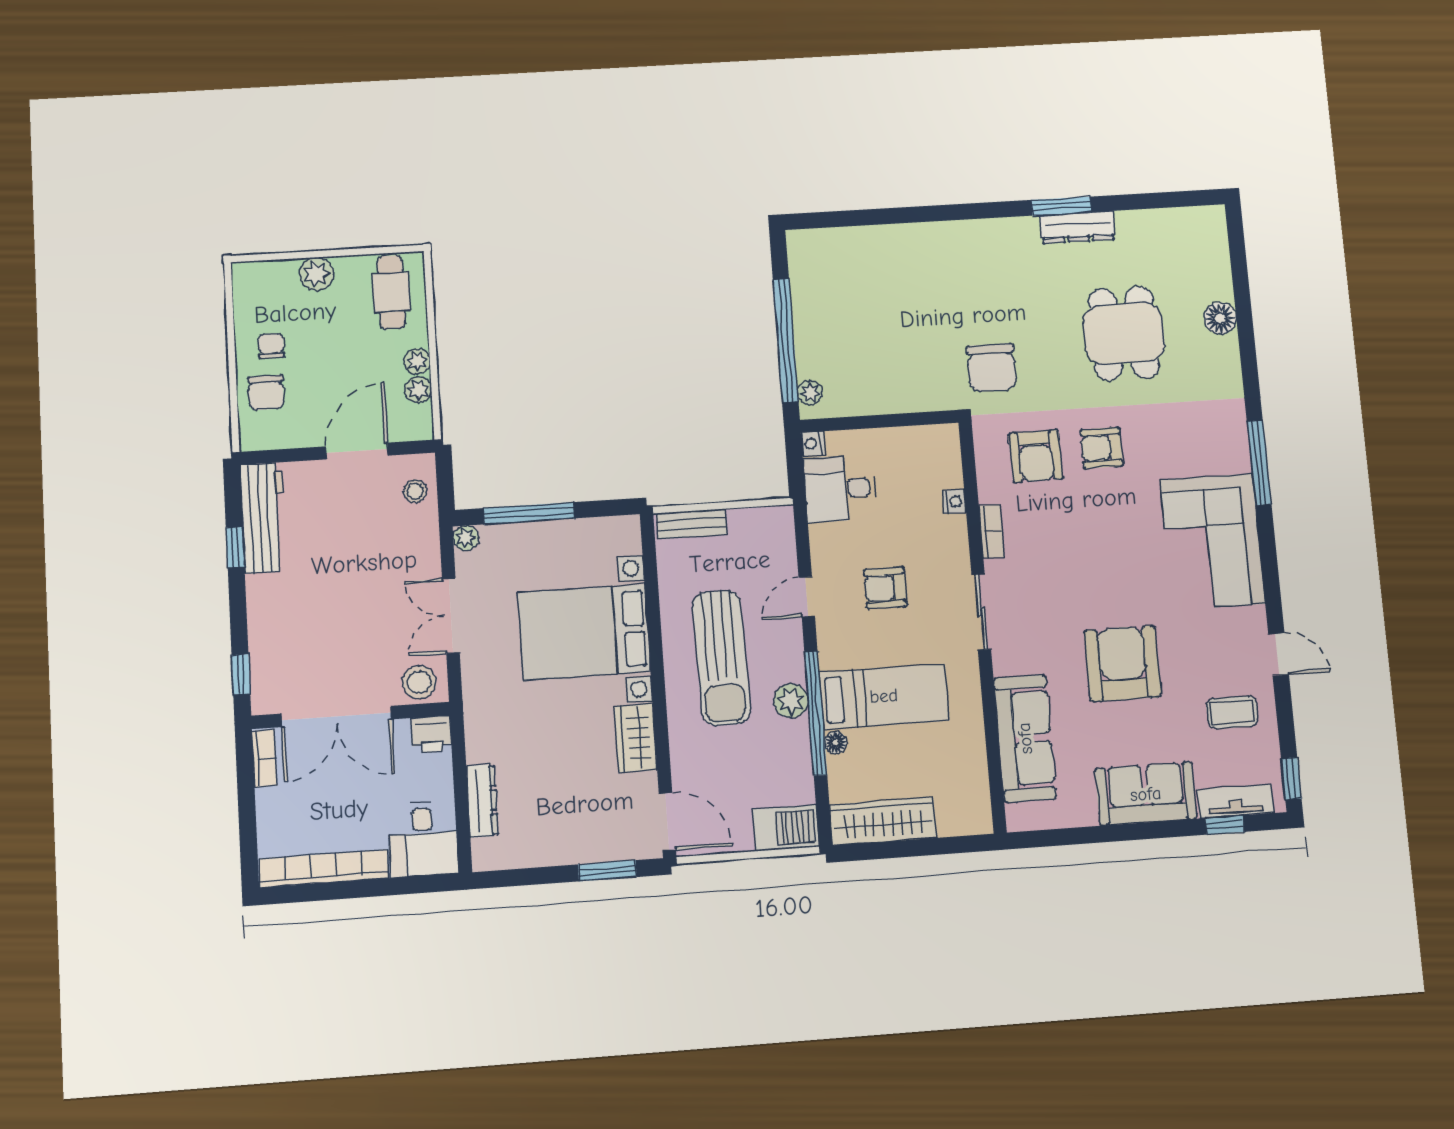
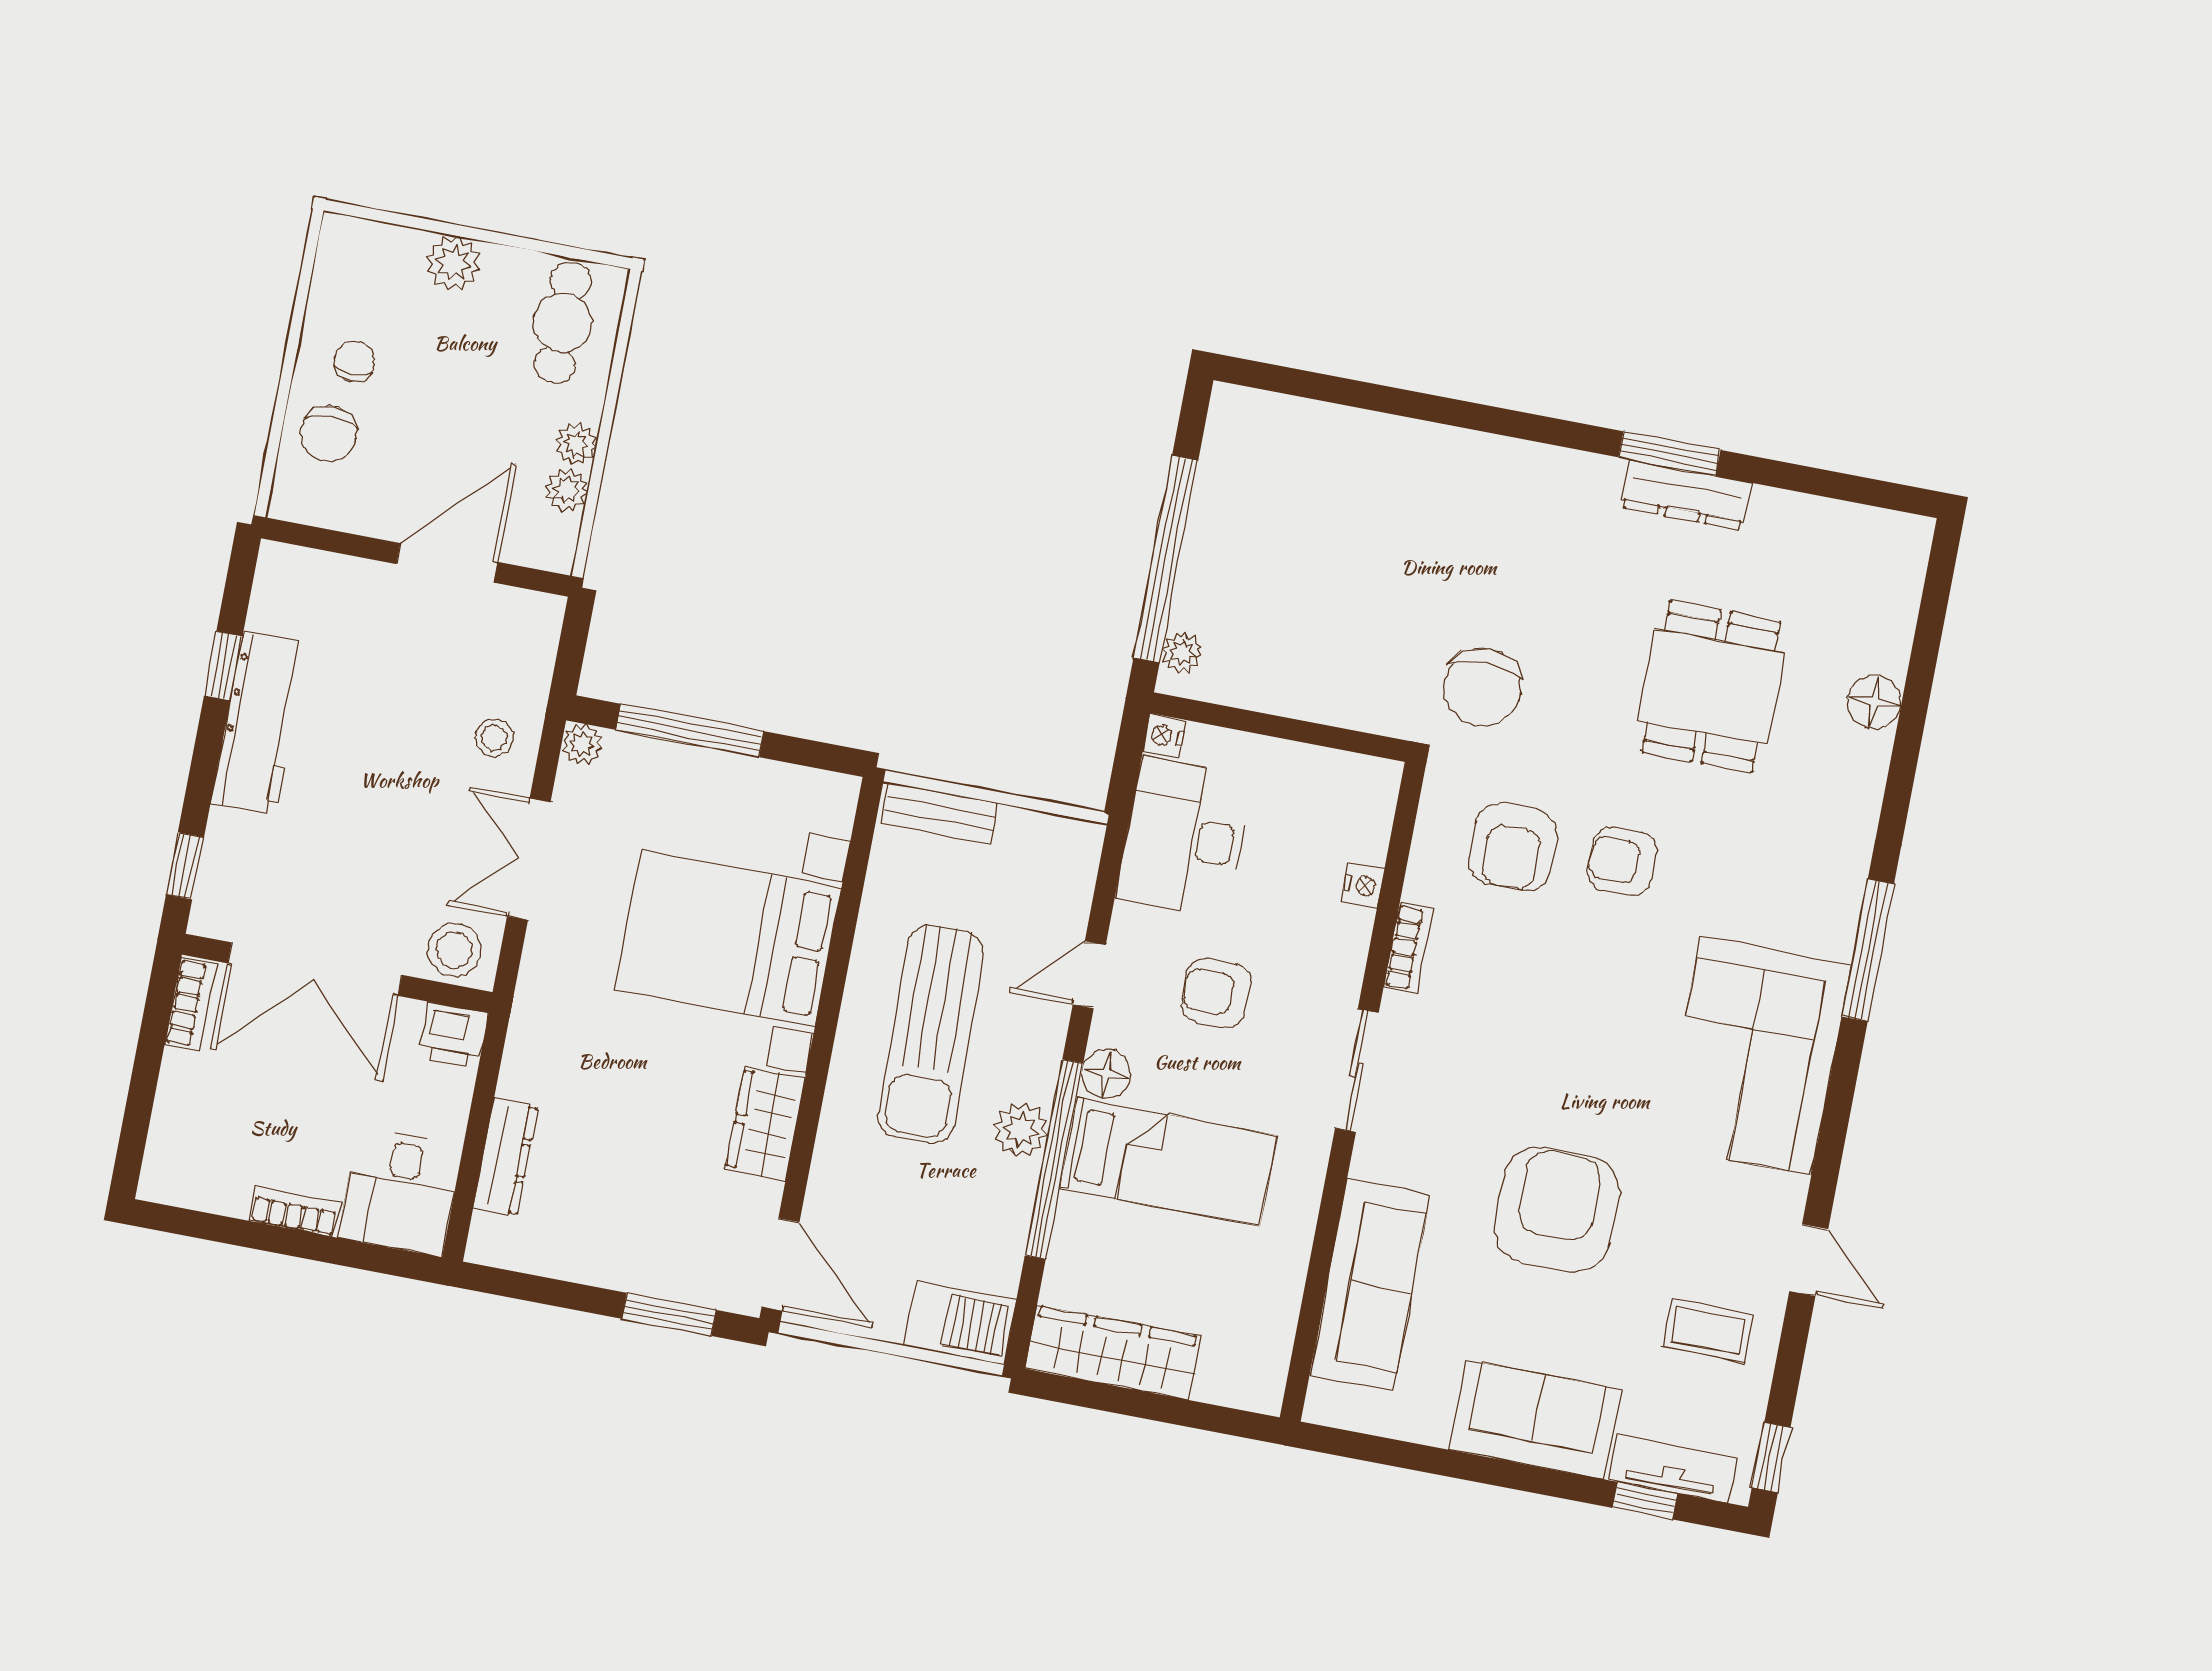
desk: (840, 489) -> (1184, 837), width x1.37
stool: (415, 491) -> (494, 738), moved
workbench: (263, 518) -> (259, 724), moved
floor lamp: (836, 743) -> (1106, 1074), moved, width x1.37, depth x1.37
bookcase: (324, 869) -> (294, 1212), width x0.43, depth x0.76

